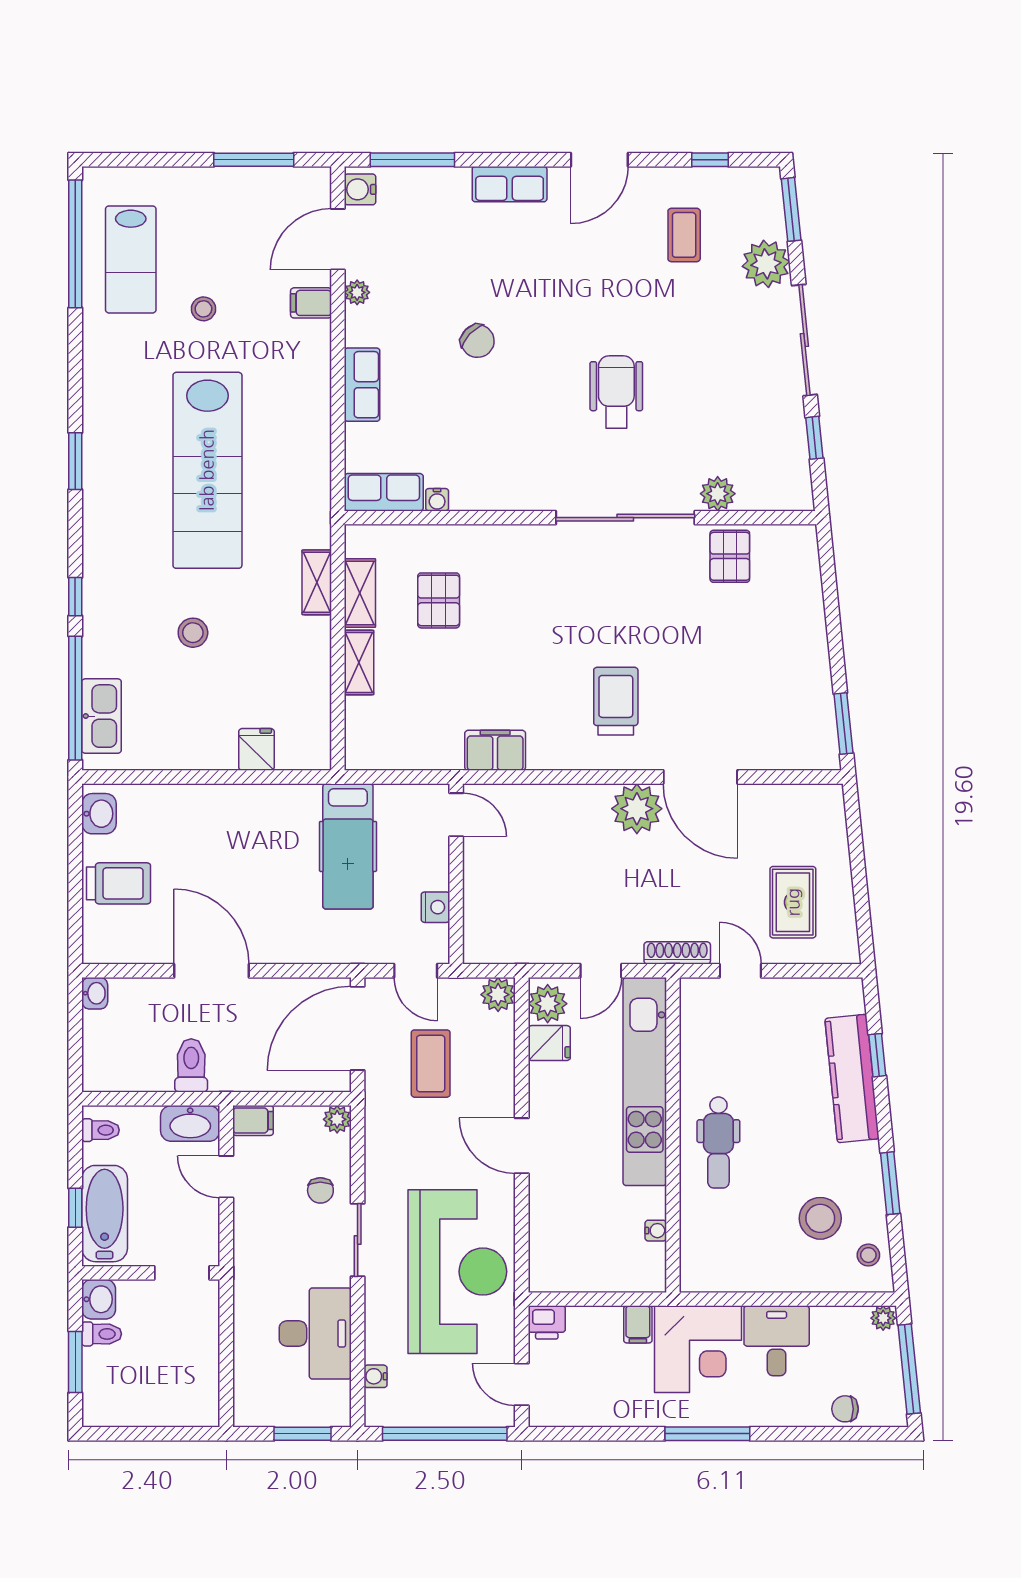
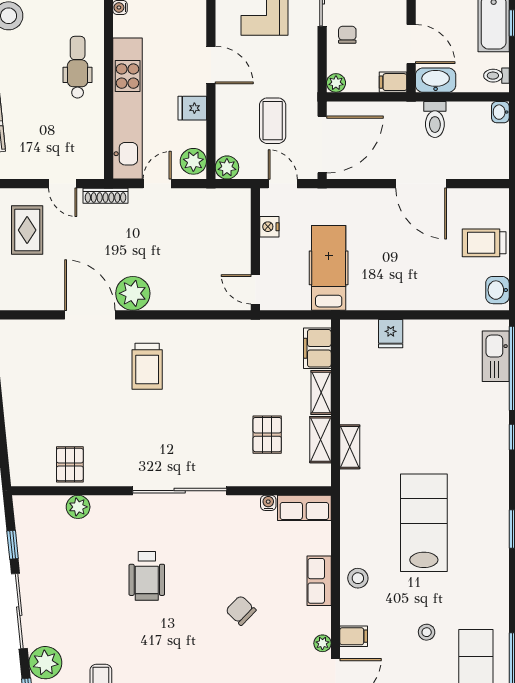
lab bench: (207, 470) -> (424, 523), width x0.73
sliding door: (625, 518) -> (180, 491), moved
stool: (193, 633) -> (358, 578), moved
filing cabinet: (495, 750) -> (317, 348), moved, turned 90
washbasin: (95, 993) -> (500, 112), moved
fridge: (549, 1043) -> (192, 108), moved
door: (226, 1177) -> (411, 44), width x1.38

